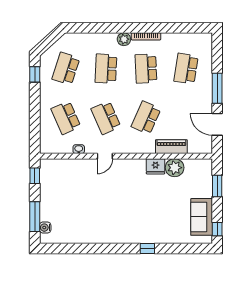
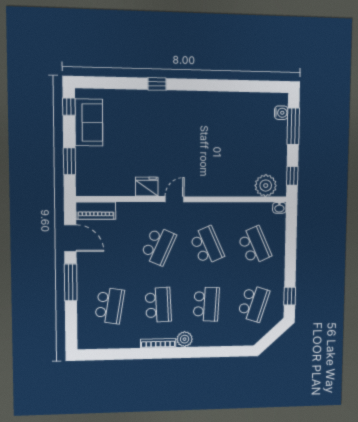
piano: (171, 147) -> (96, 211), moved
washbasin: (79, 149) -> (279, 208), moved
door: (105, 156) -> (175, 199), moved
plant: (175, 168) -> (266, 186), moved

